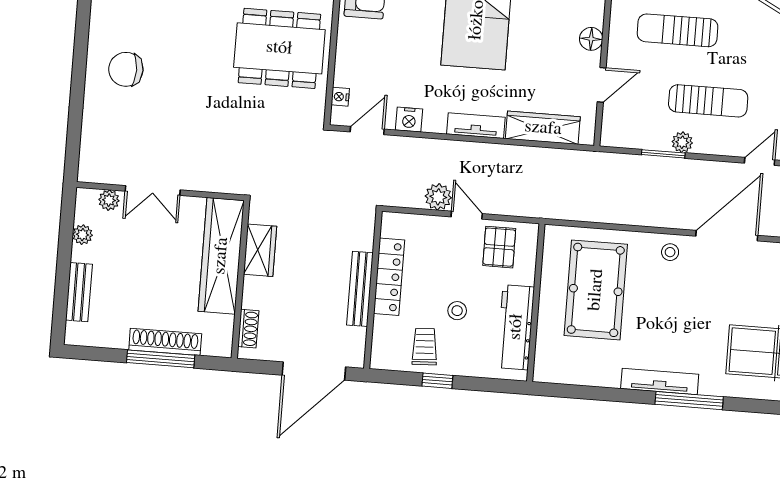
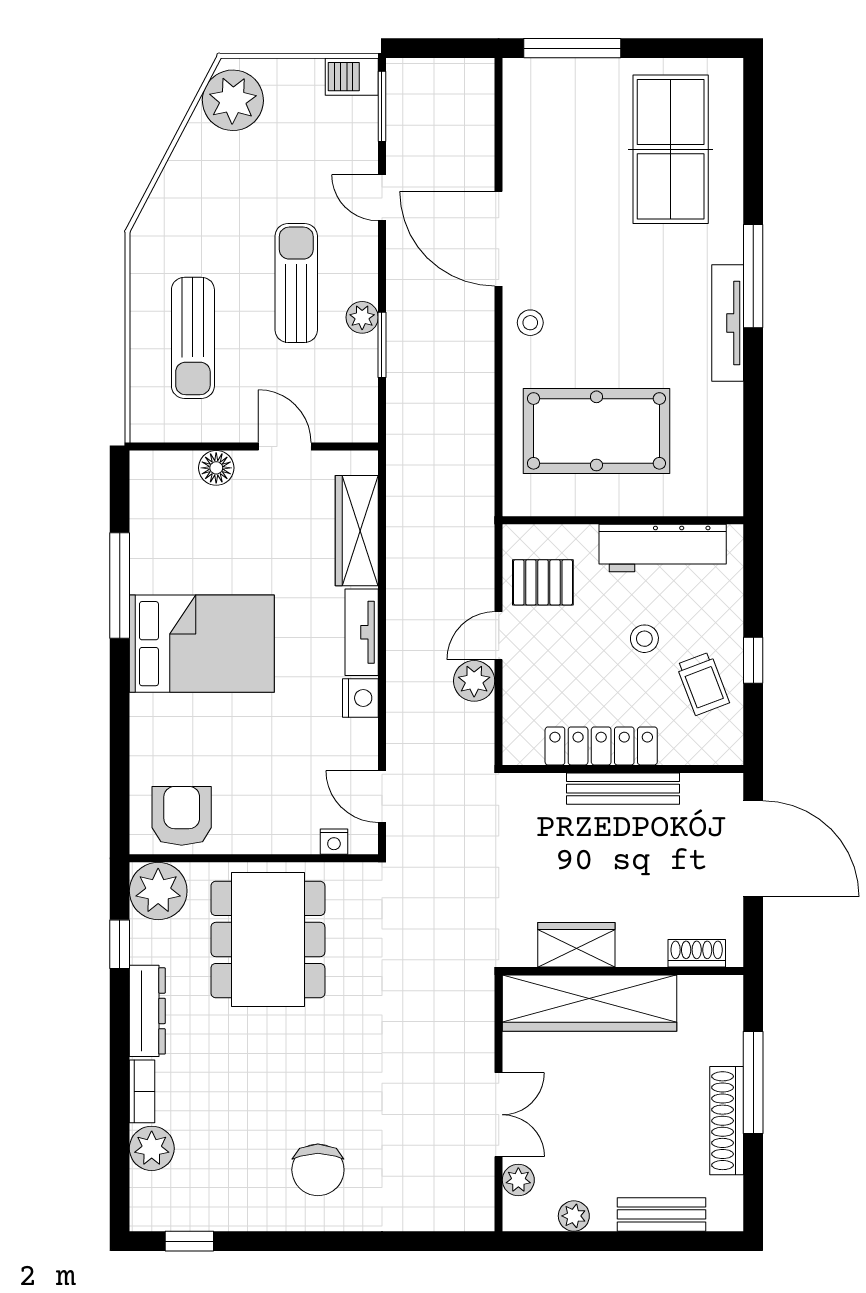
nightstand: (409, 120) -> (360, 698), moved
shoe rack: (165, 342) -> (727, 1121), moved
trolley: (425, 347) -> (703, 684), turned -108

